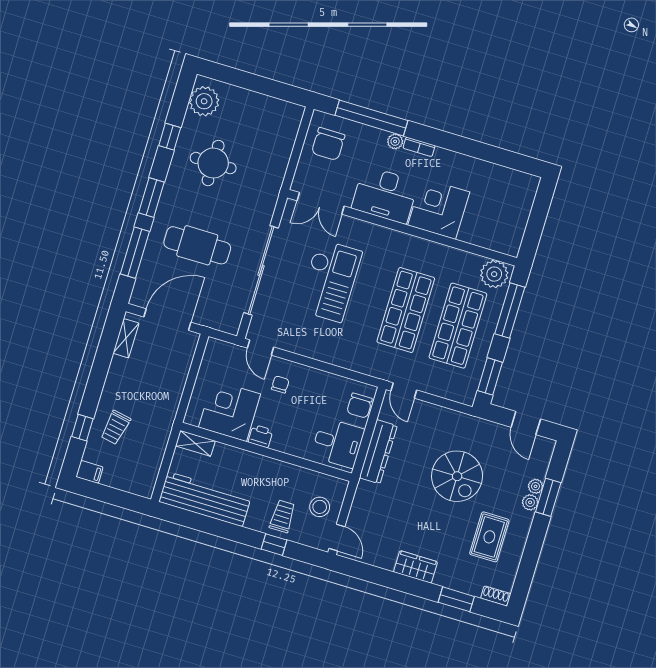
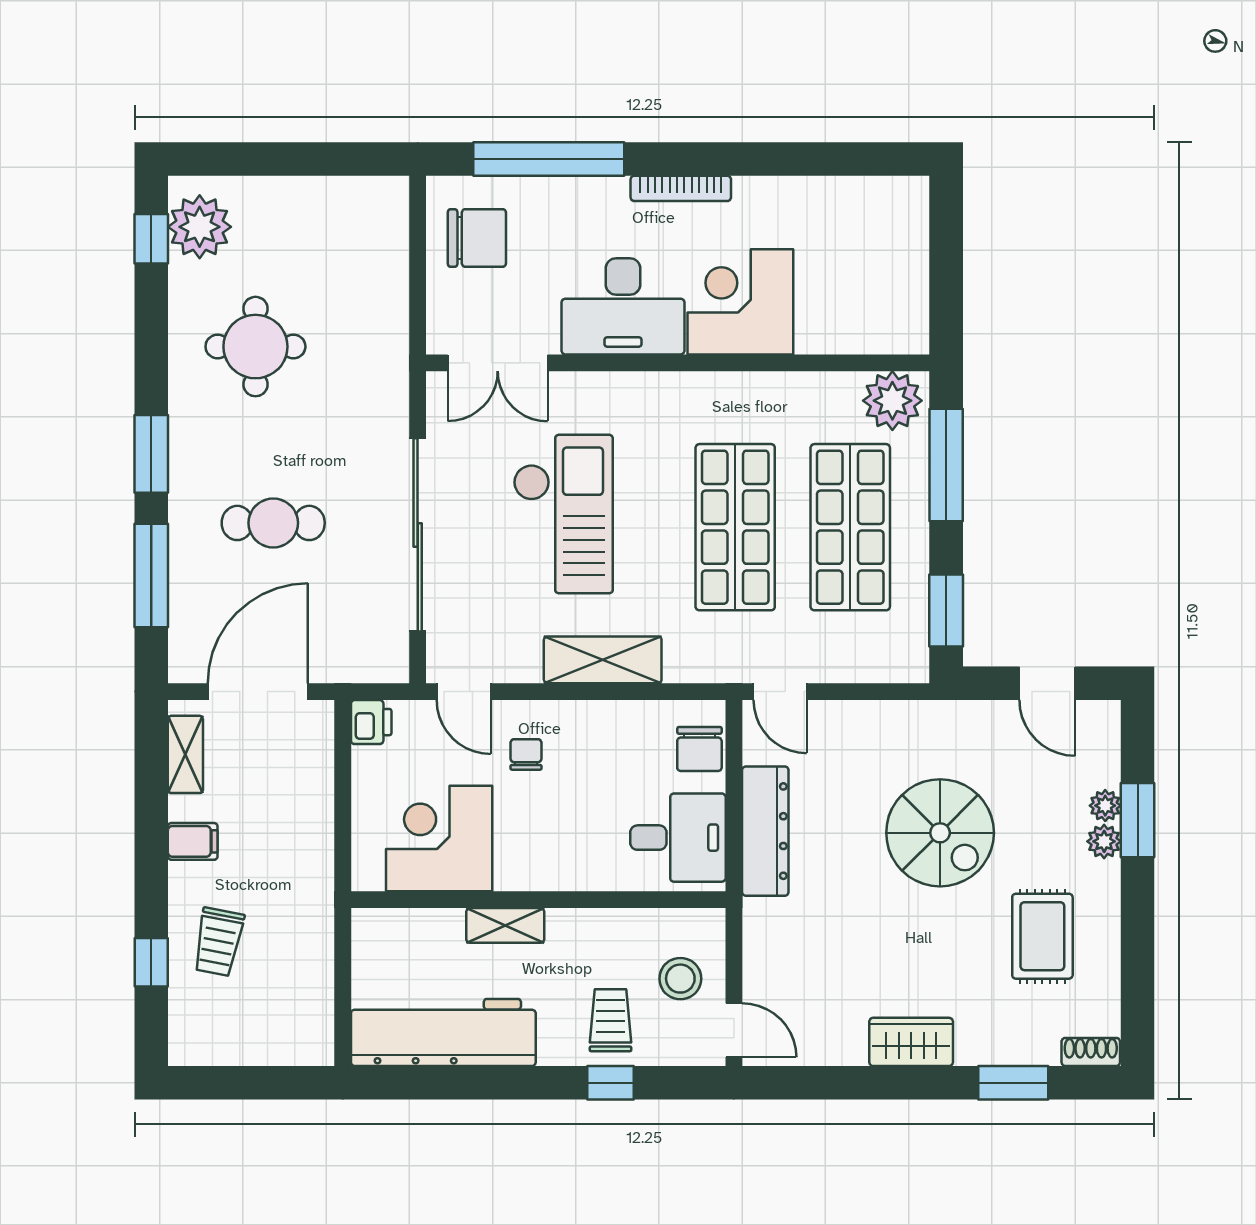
window: (170, 137) -> (151, 239), moved
plant: (395, 141) -> (611, 192), removed
chair: (328, 144) -> (477, 238), turned -90
bookcase: (419, 147) -> (681, 188), width x1.56
cafe table: (197, 245) -> (273, 523), width x0.73, depth x0.74
shelving: (328, 352) -> (603, 660), added
printer: (261, 436) -> (371, 722), moved, turned 90
shelving: (195, 443) -> (505, 925), moved
filing cabinet: (90, 472) -> (193, 841), moved

